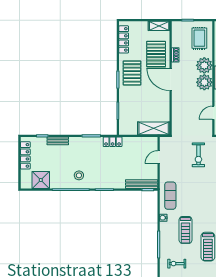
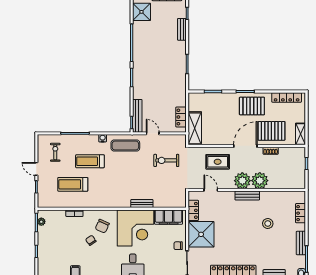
rug: (199, 38) -> (218, 162), moved
locker: (113, 142) -> (181, 117), moved
exercise bike: (198, 155) -> (166, 160), moved
door: (159, 157) -> (153, 133), moved
stool: (79, 175) -> (146, 51), removed

